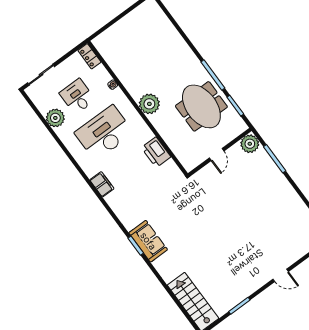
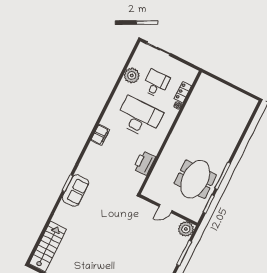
locker: (89, 56) -> (183, 92), moved
plant: (149, 104) -> (178, 140), removed

